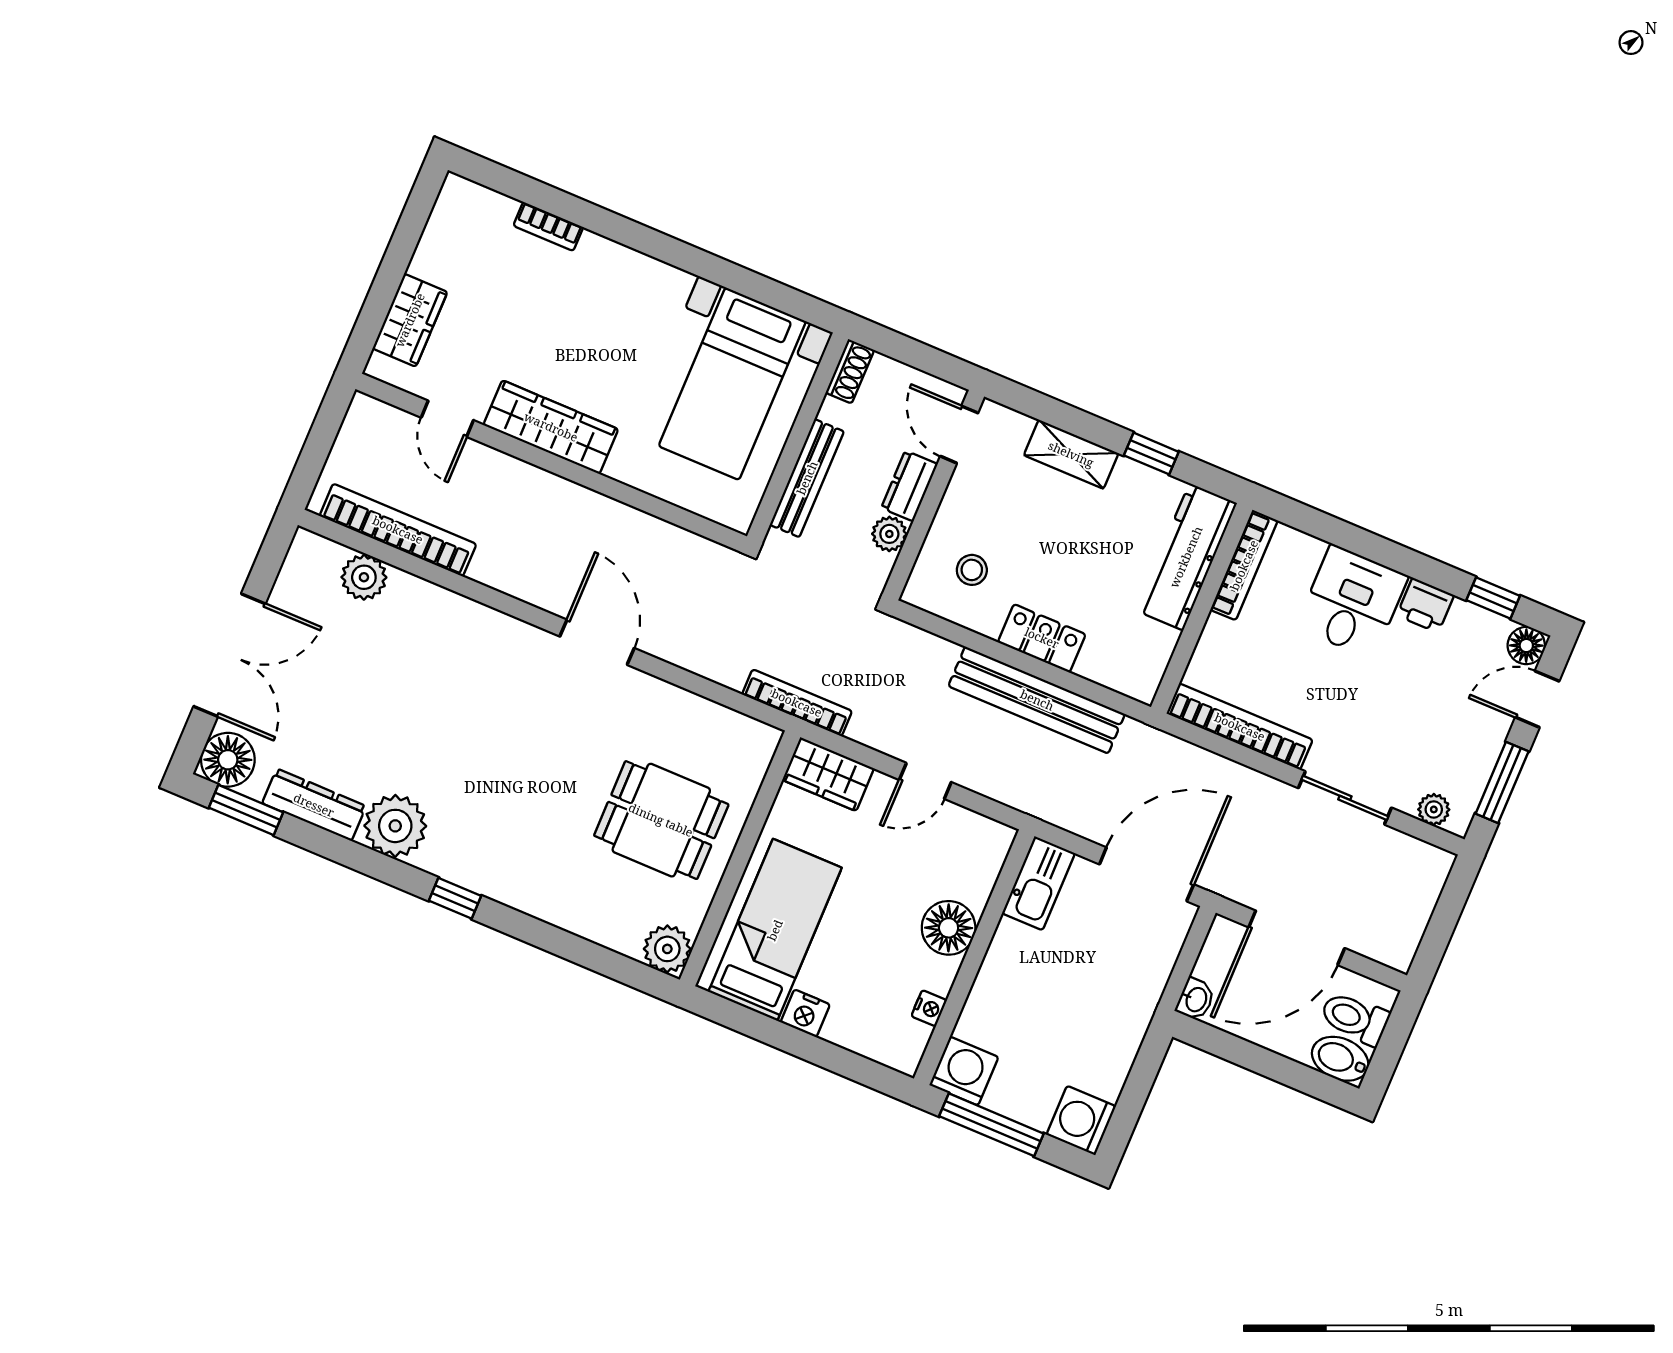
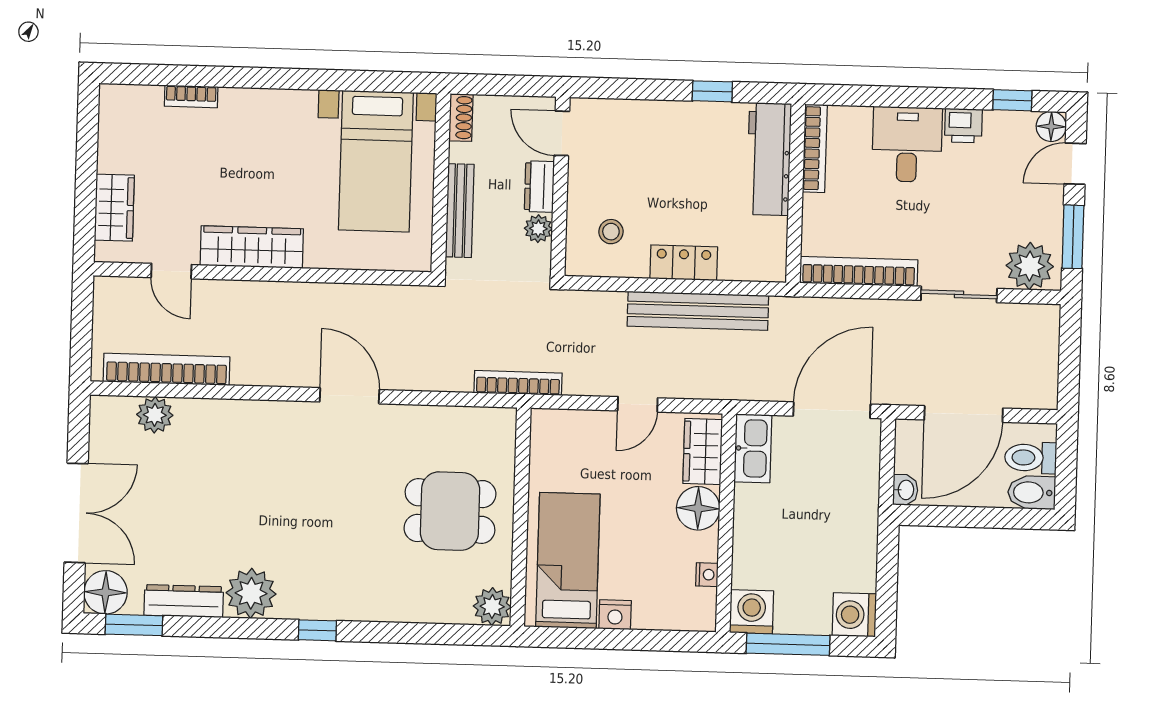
shelving: (1071, 454) -> (652, 115), removed
wardrobe: (828, 774) -> (703, 452), moved, turned 90
plant: (1434, 809) -> (1030, 266), width x1.87, depth x1.87

